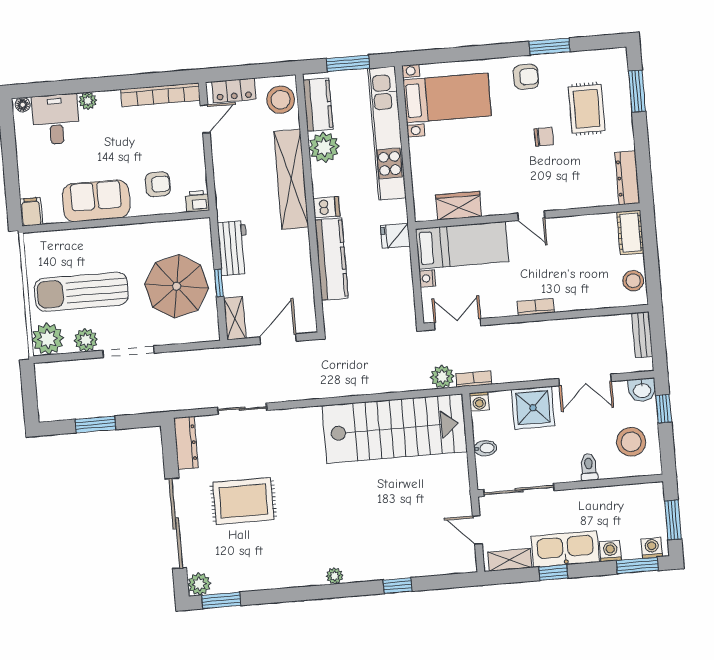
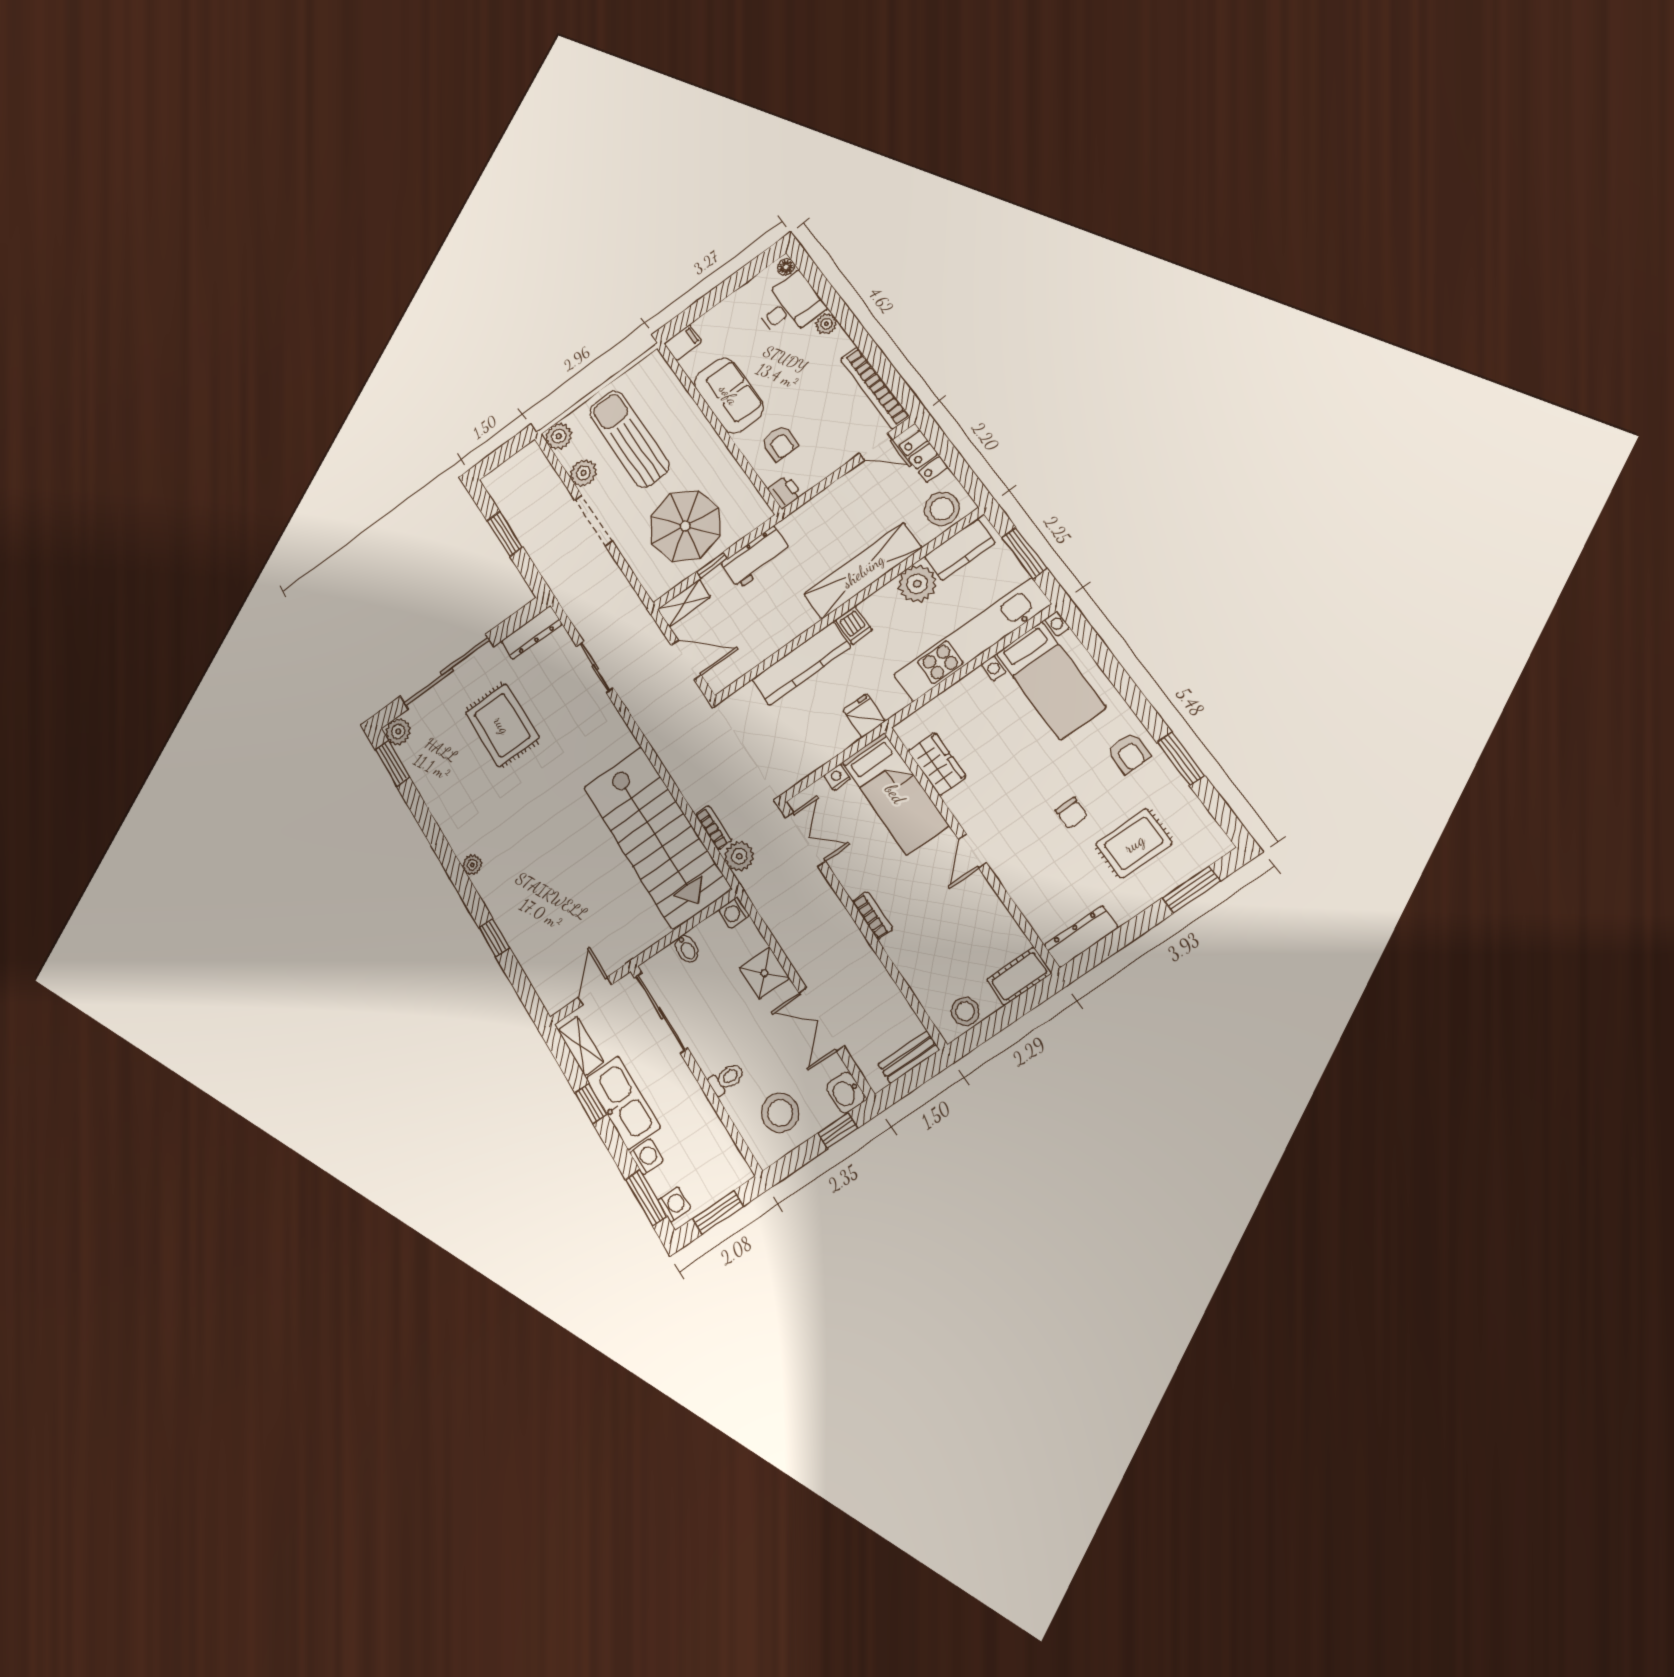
plant: (48, 339) -> (559, 436), width x0.73, depth x0.73
bookcase: (474, 379) -> (714, 828), moved
shower: (533, 408) -> (764, 973), width x0.73, depth x0.73

